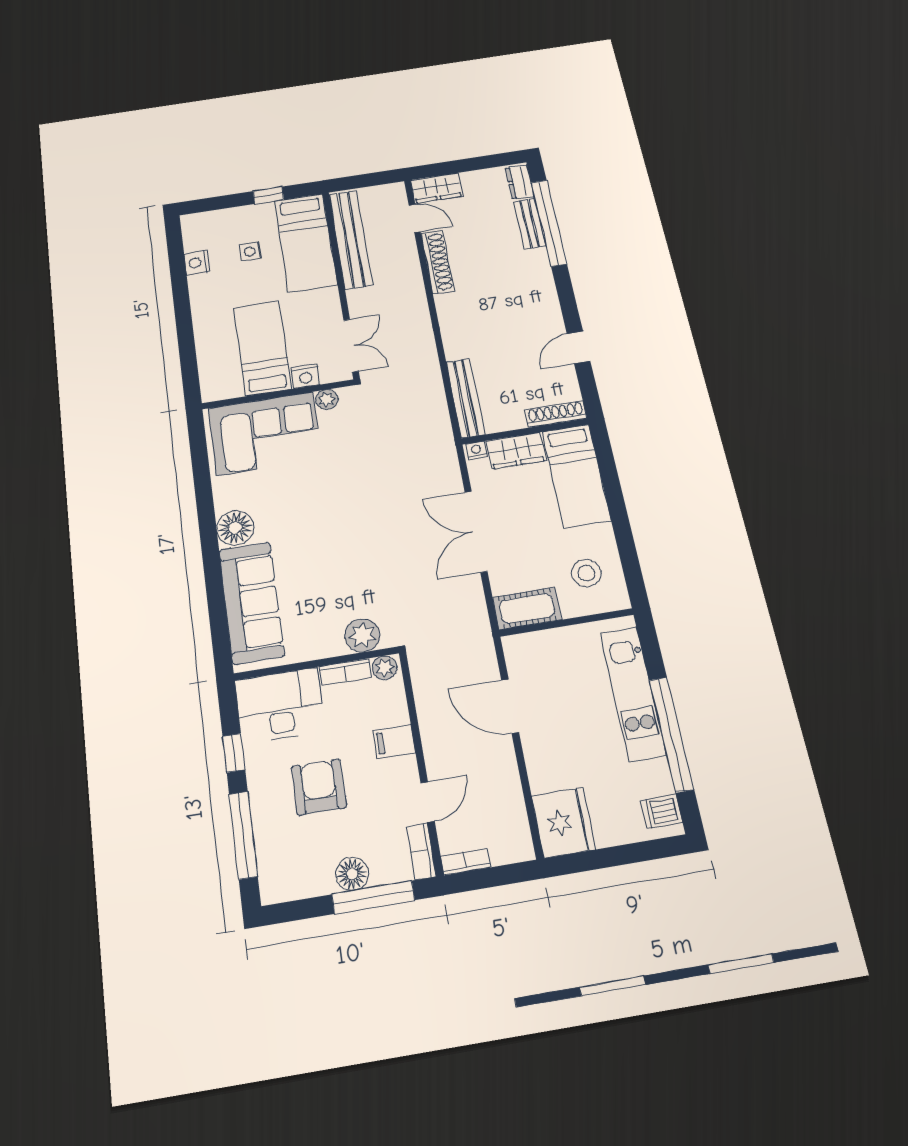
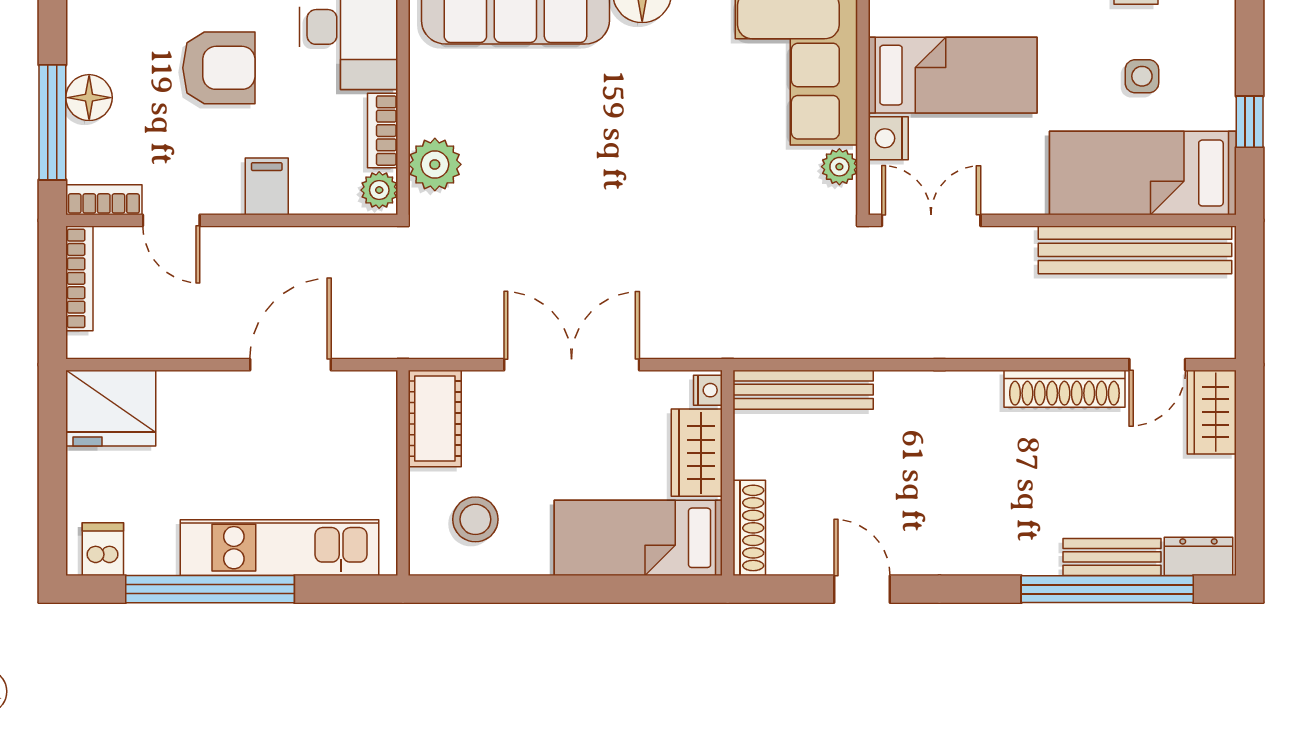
double door: (351, 346) -> (931, 220), swing flipped
bookcase: (465, 862) -> (79, 278), width x1.56

